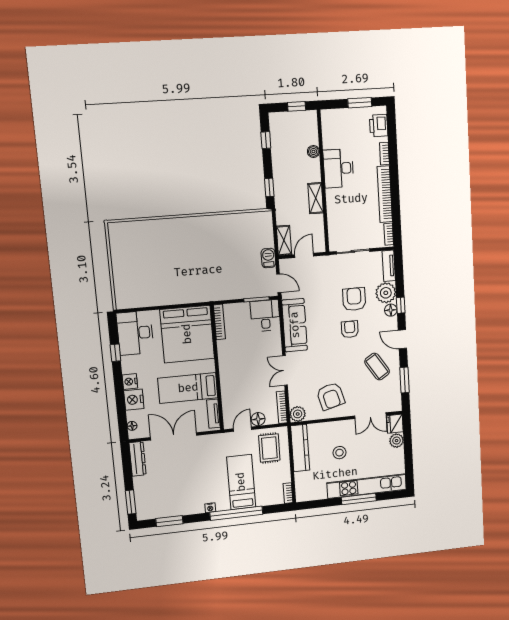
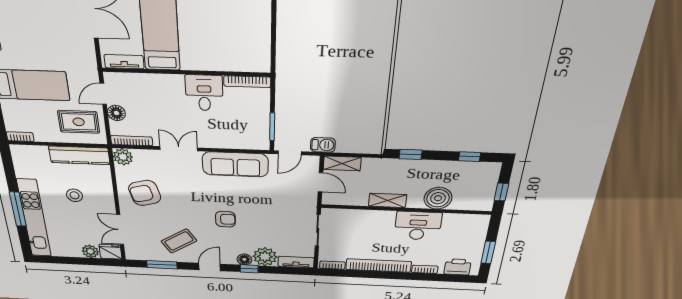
boiler: (313, 152) -> (438, 198), width x1.86, depth x1.86
armchair: (354, 299) -> (261, 227), removed
desk: (265, 316) -> (204, 93), moved, turned -90
bed: (187, 334) -> (234, 41), removed
door: (243, 429) -> (103, 94), swing flipped

